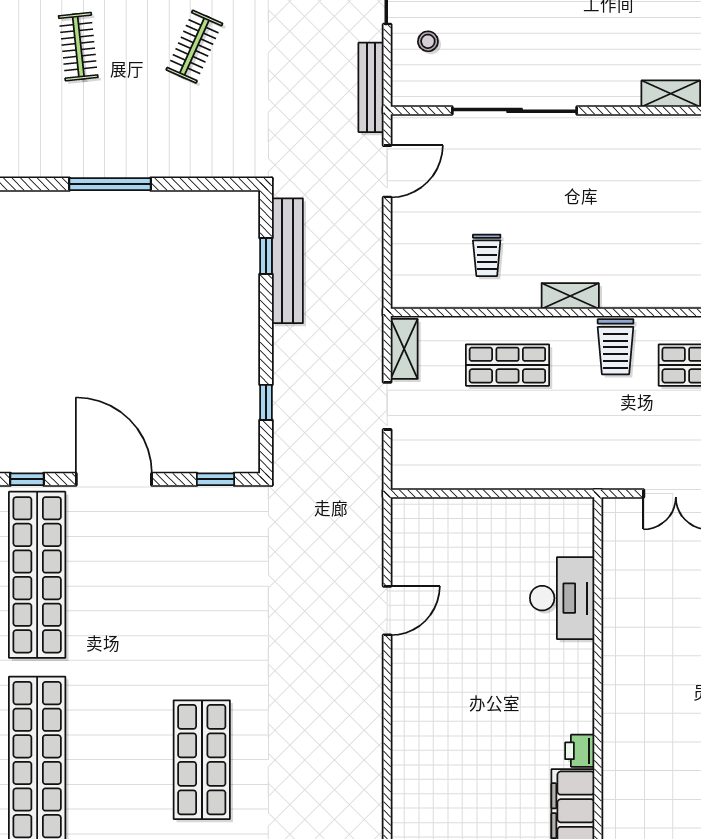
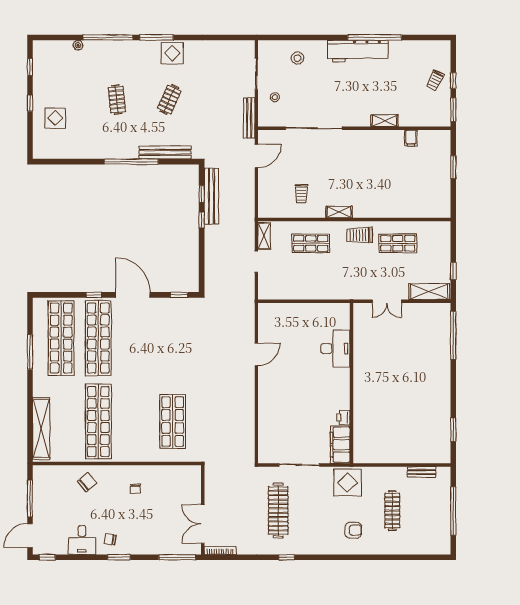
bench: (185, 164) -> (165, 152), added
window: (110, 184) -> (131, 162), width x1.46
trolley: (616, 347) -> (360, 235), turned 89
window: (266, 402) -> (202, 220), moved

